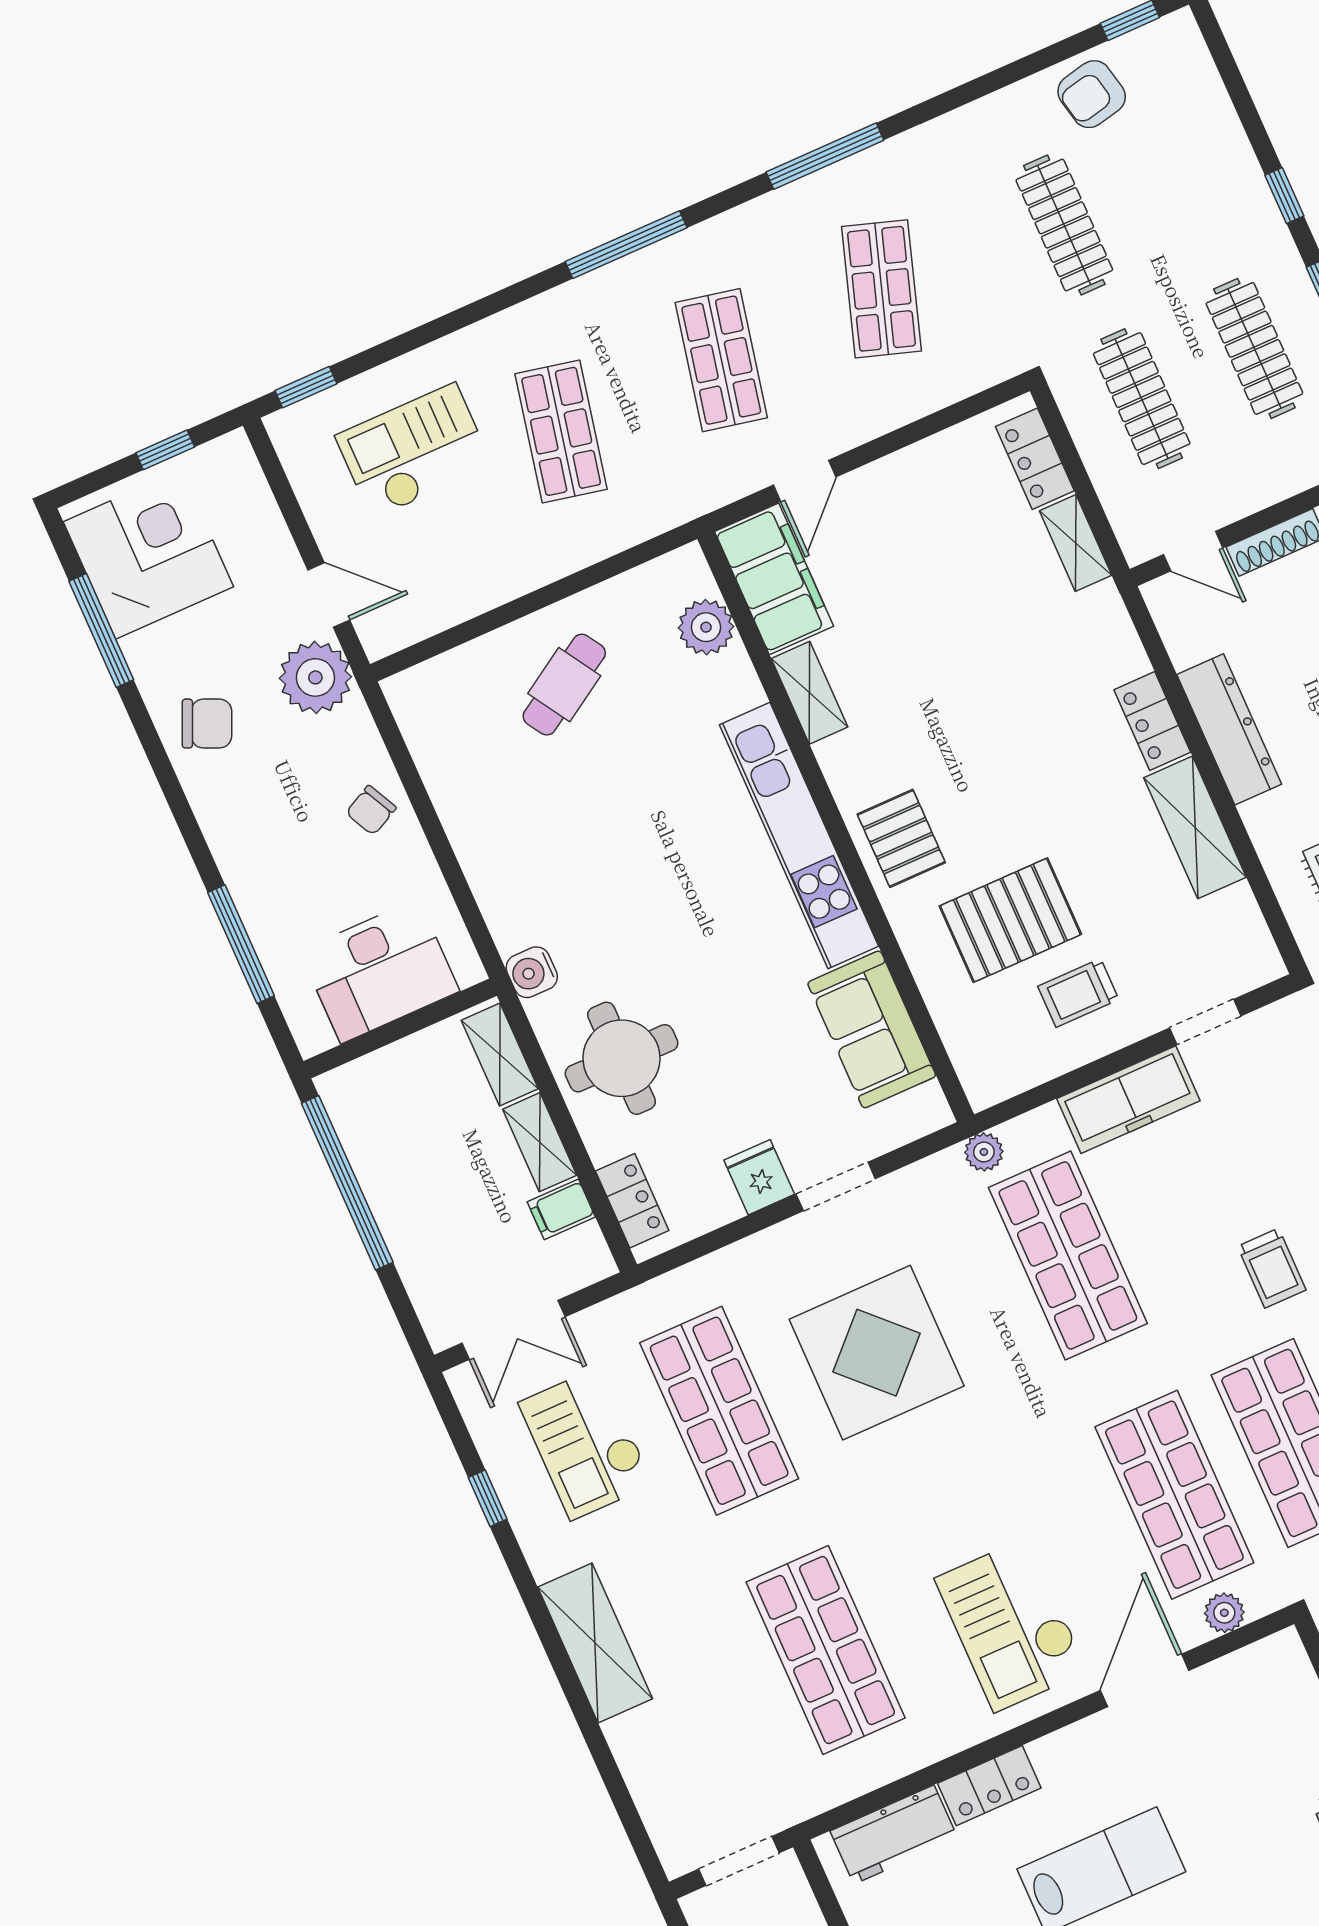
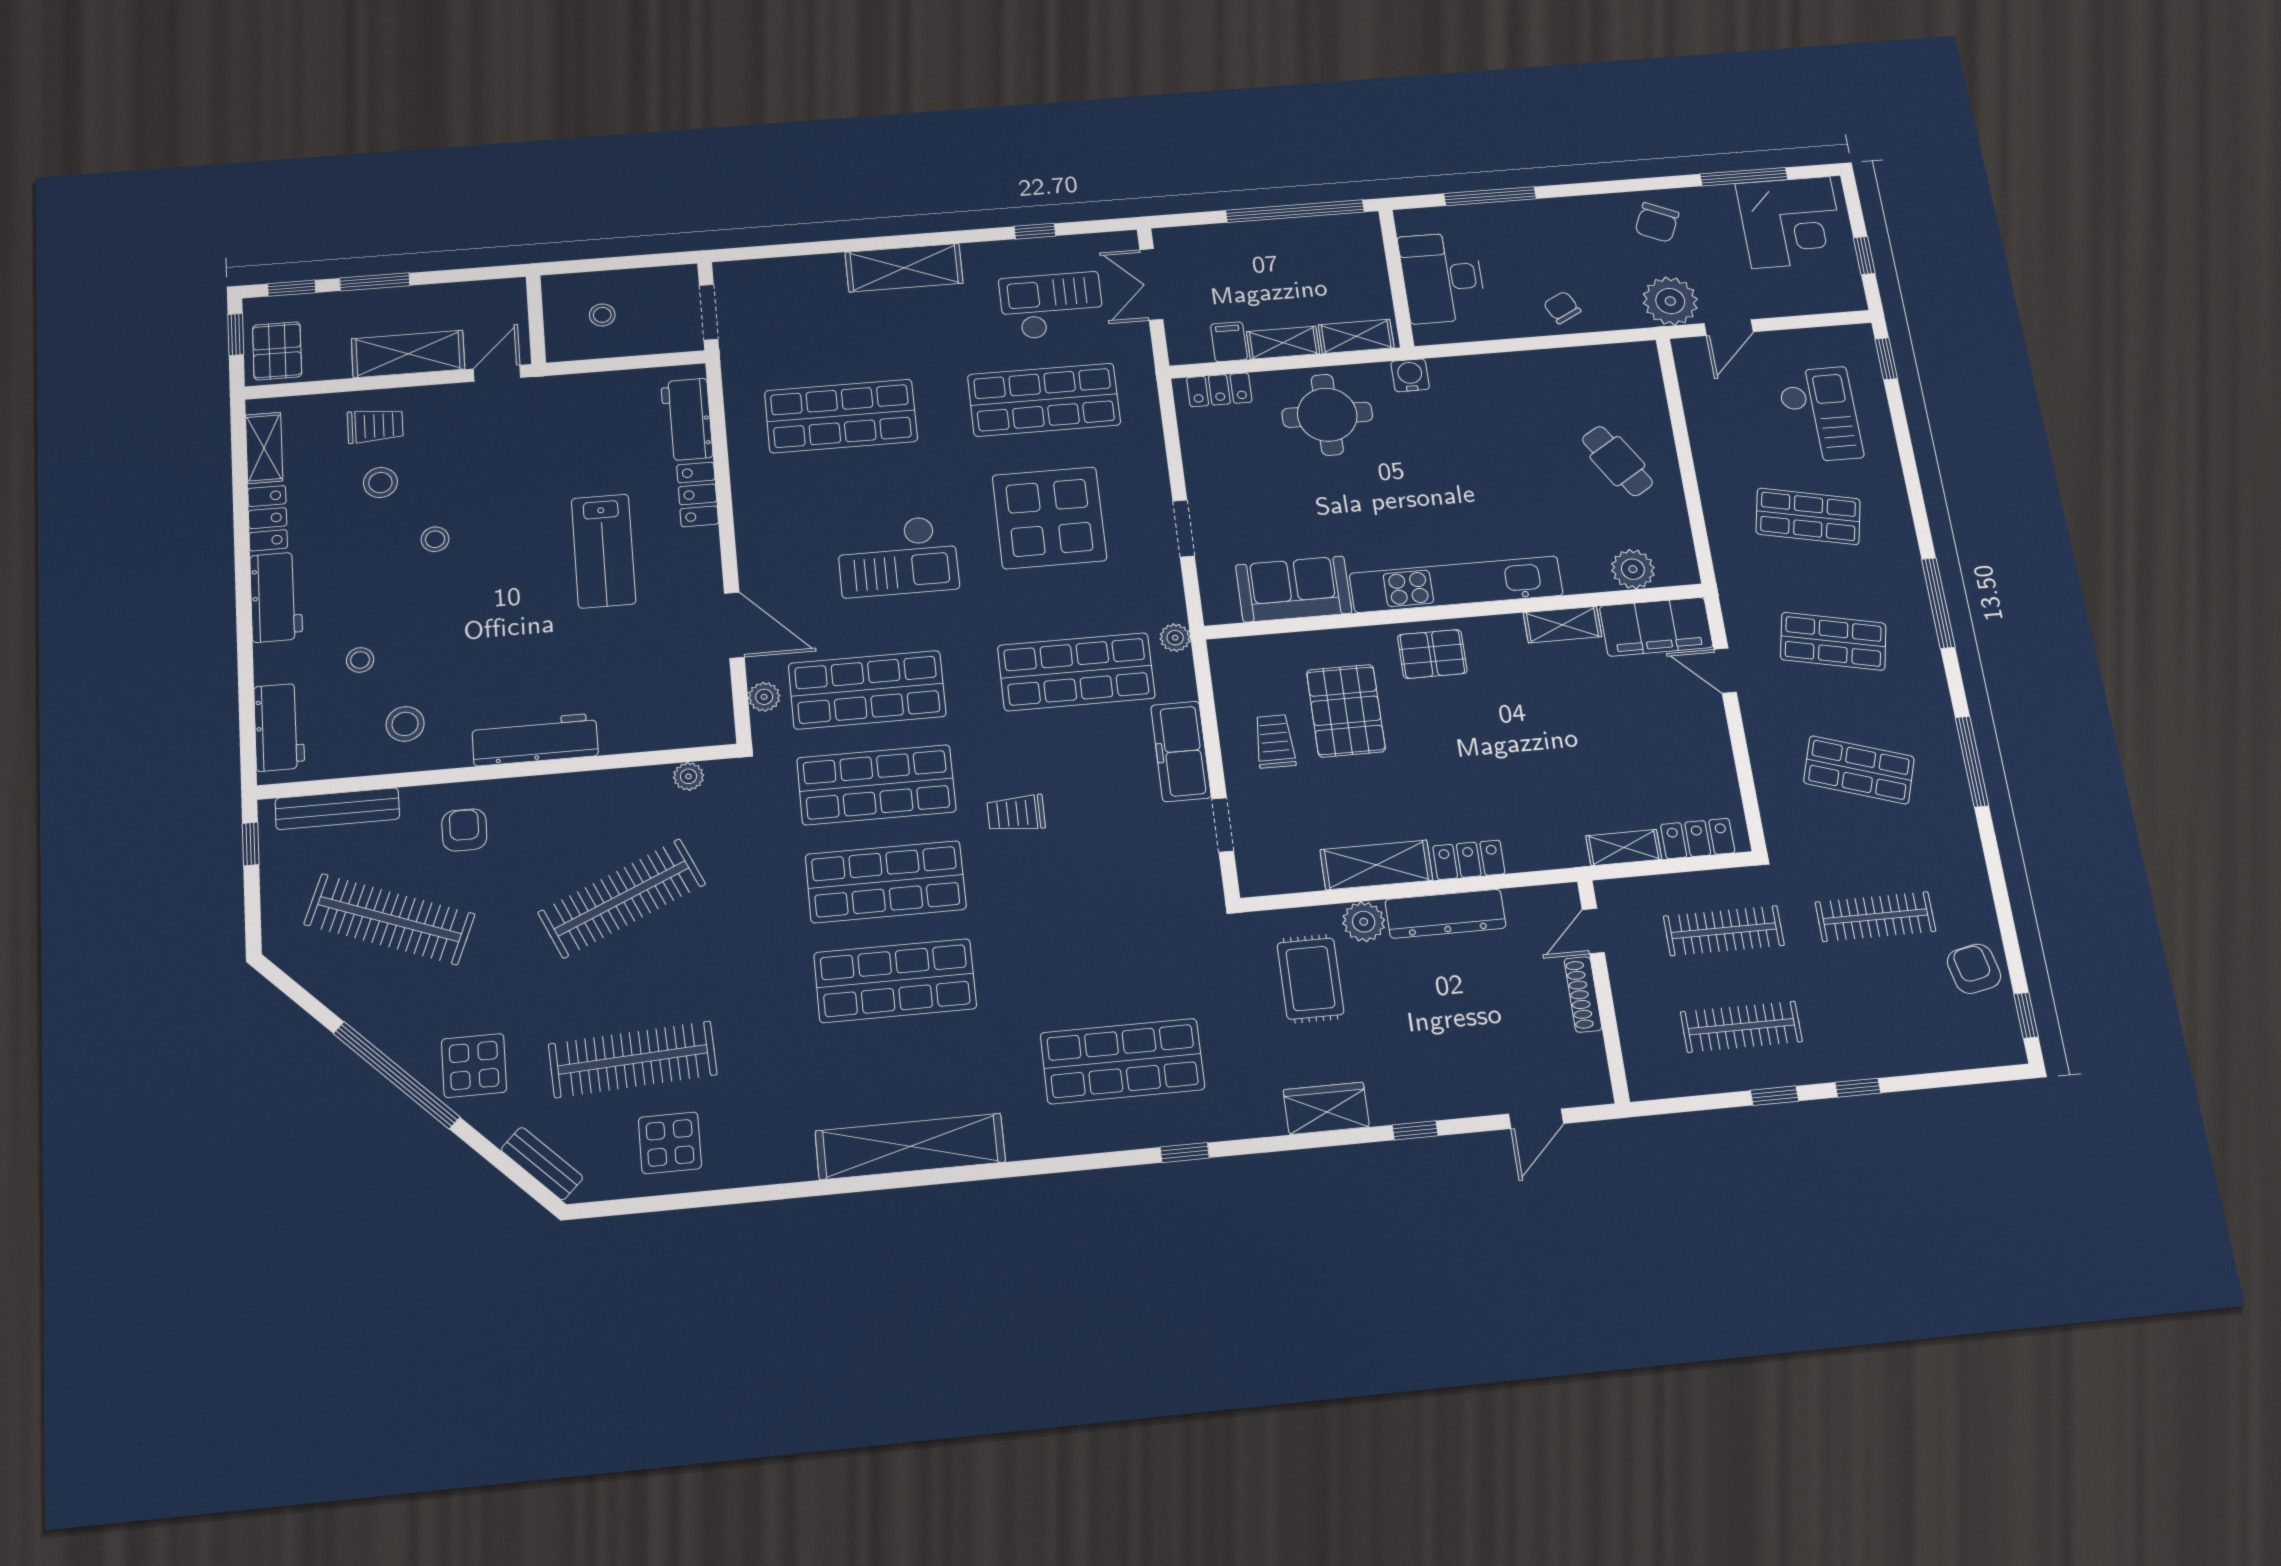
plant: (1271, 822) -> (1364, 922), added
fridge: (759, 1177) -> (1208, 479), removed
checkout: (1011, 1625) -> (898, 556), moved, turned 180

